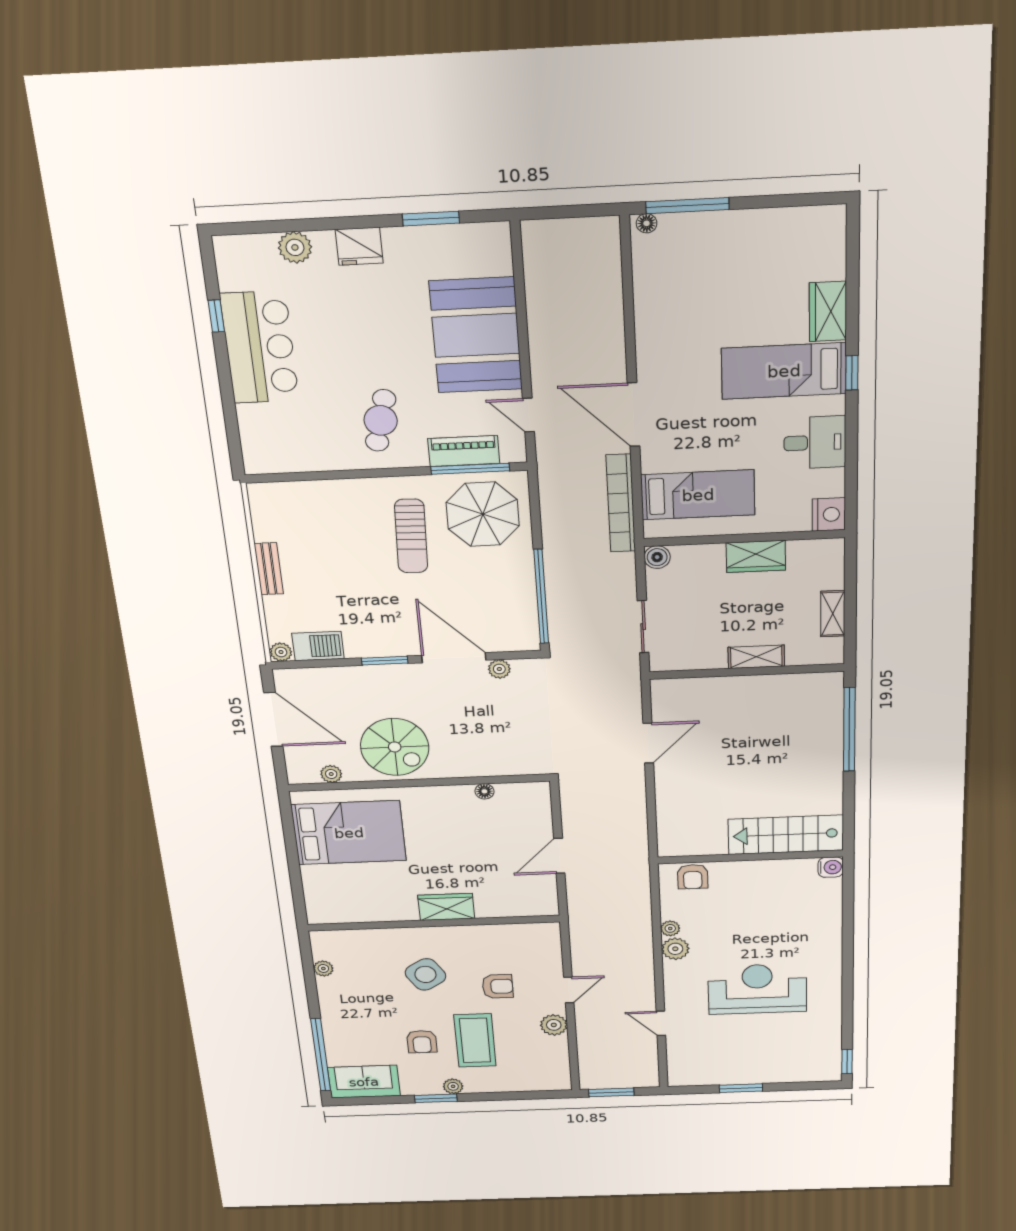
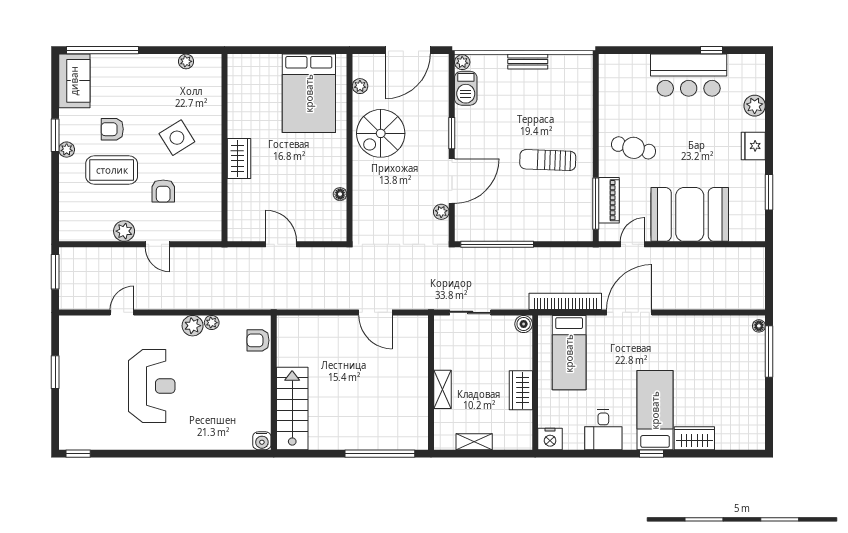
parasol: (483, 514) -> (562, 209), removed

